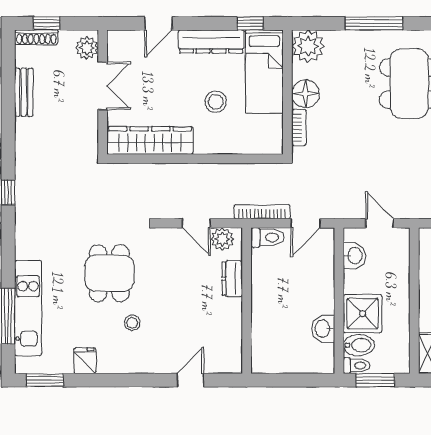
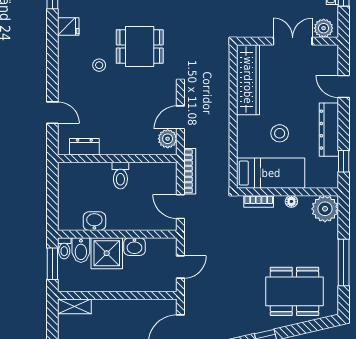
bed: (264, 72) -> (271, 173), moved, turned 180
double door: (103, 86) -> (293, 41), swing flipped
floor lamp: (306, 94) -> (291, 201), width x0.53, depth x0.53
toilet: (267, 238) -> (120, 176), moved
washbasin: (354, 256) -> (134, 247), moved
dresser: (232, 279) -> (84, 147), moved

